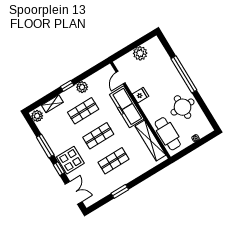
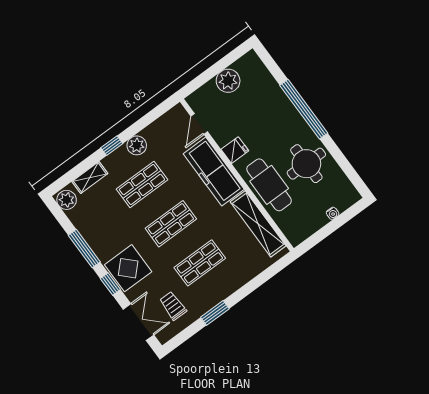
cafe table: (168, 134) -> (269, 185), moved
trolley: (95, 185) -> (173, 306), added

